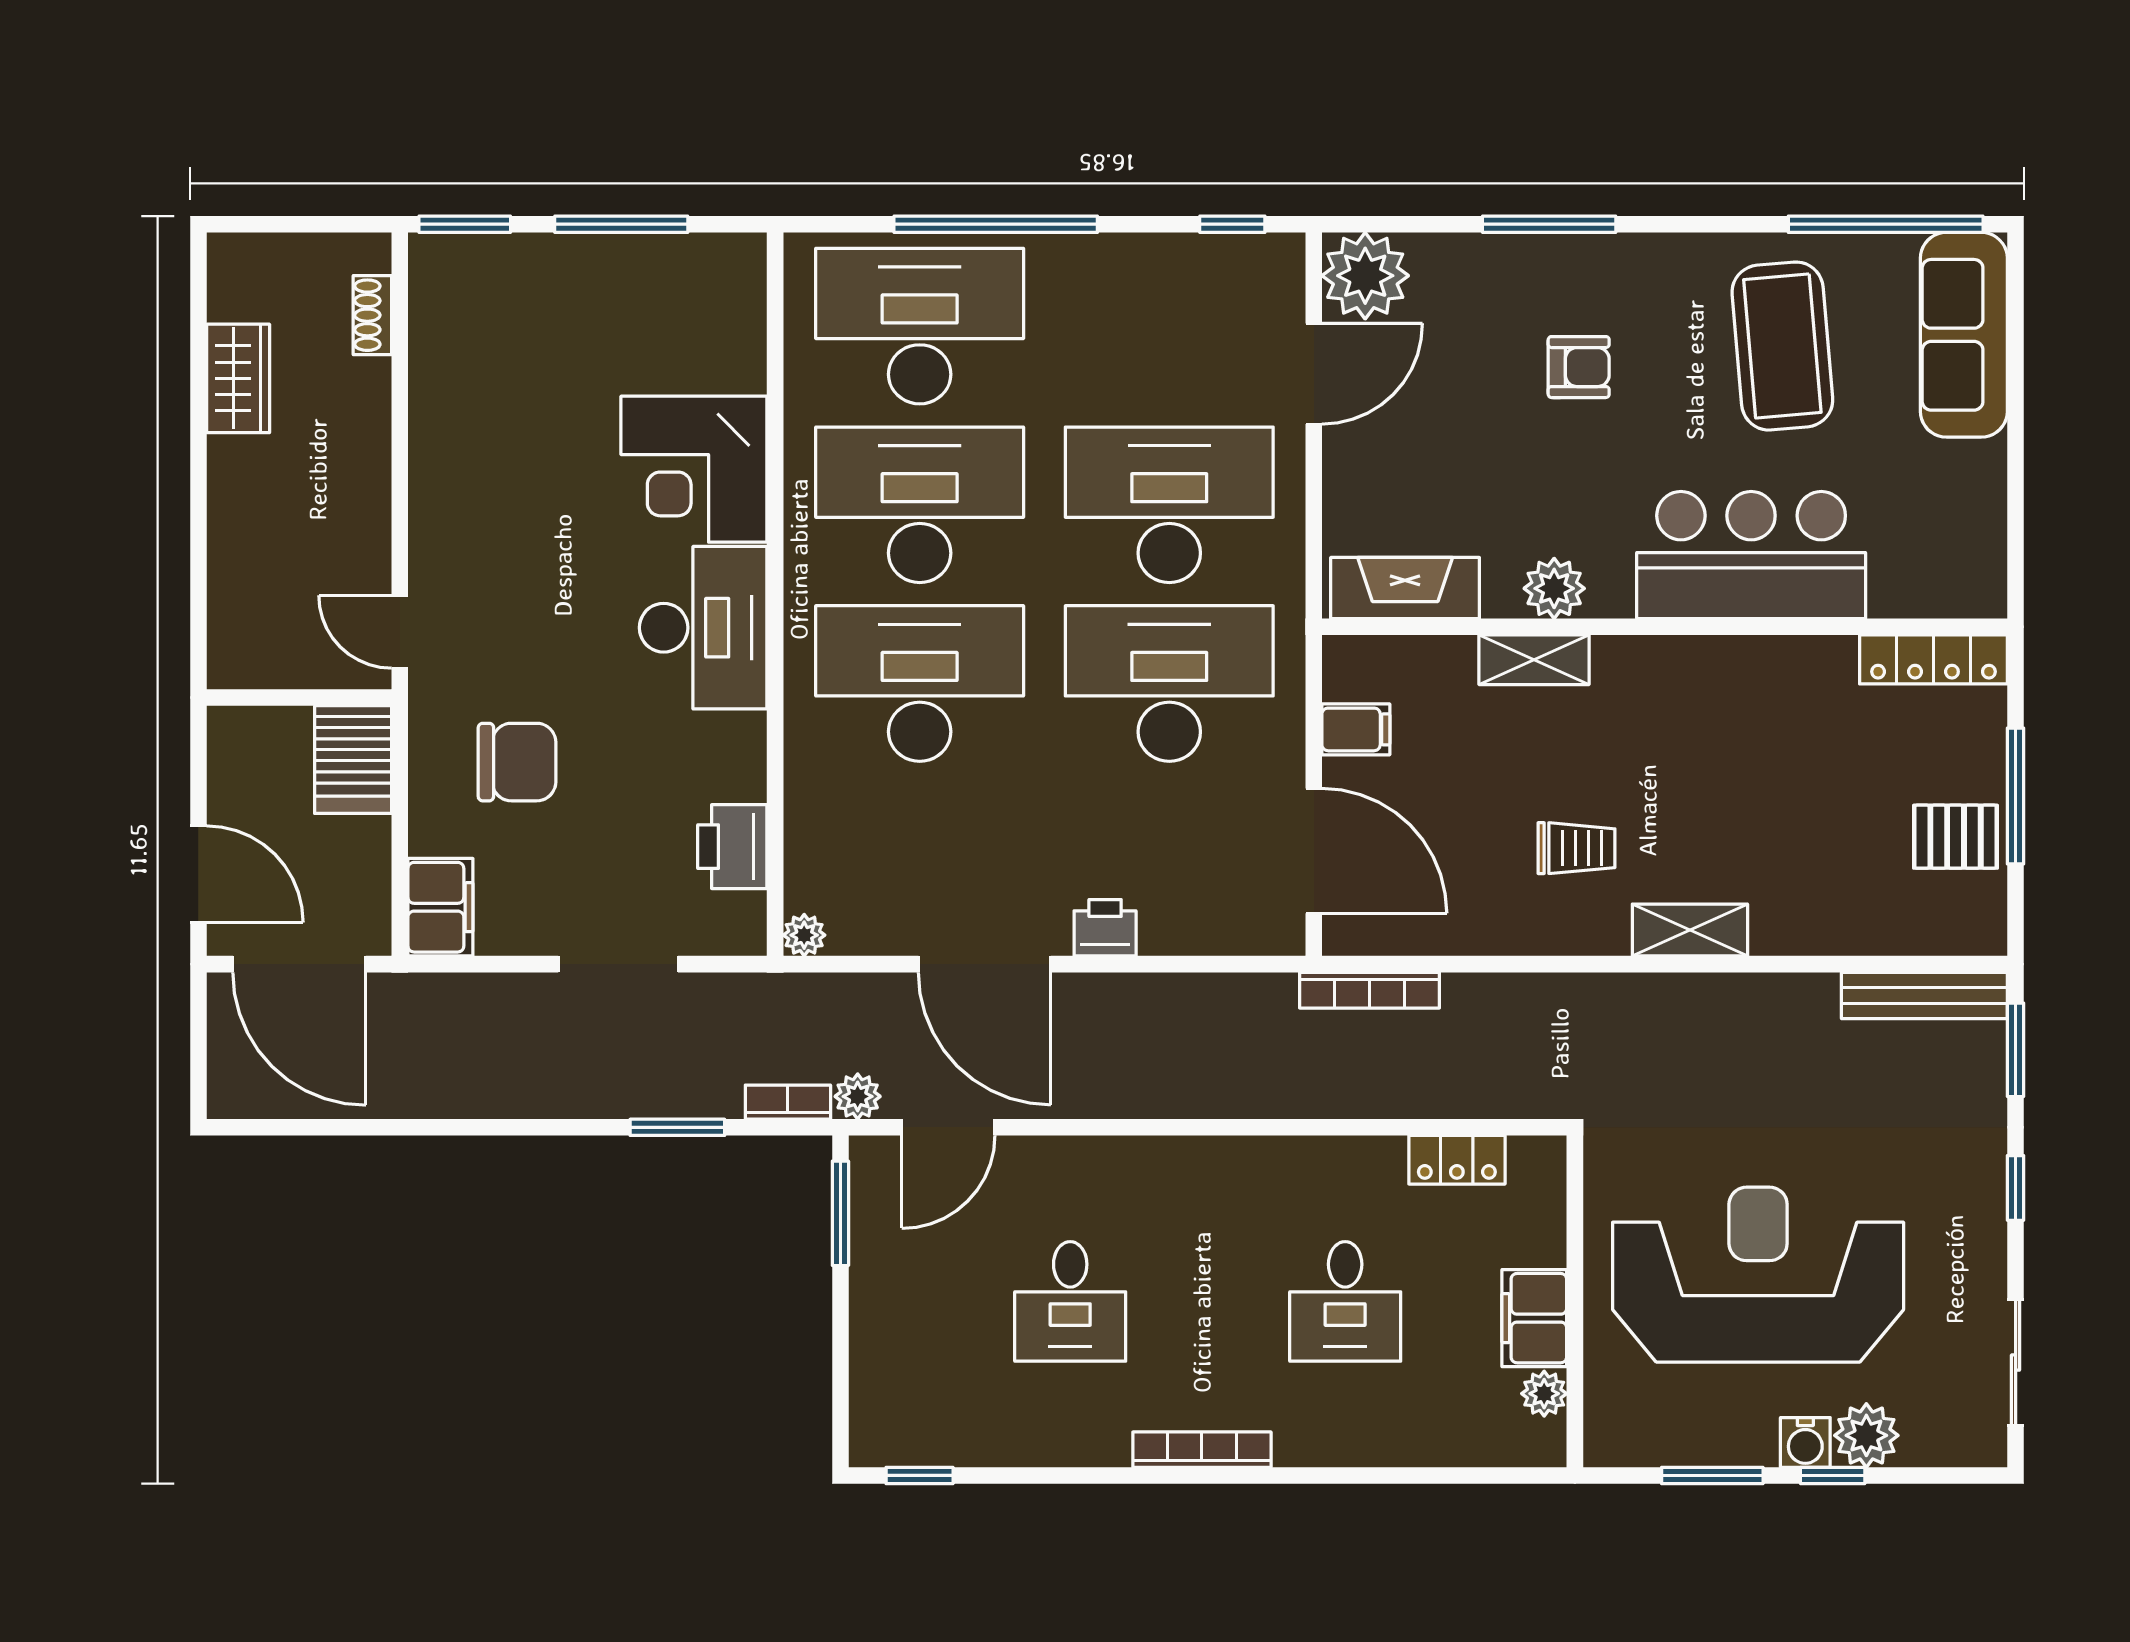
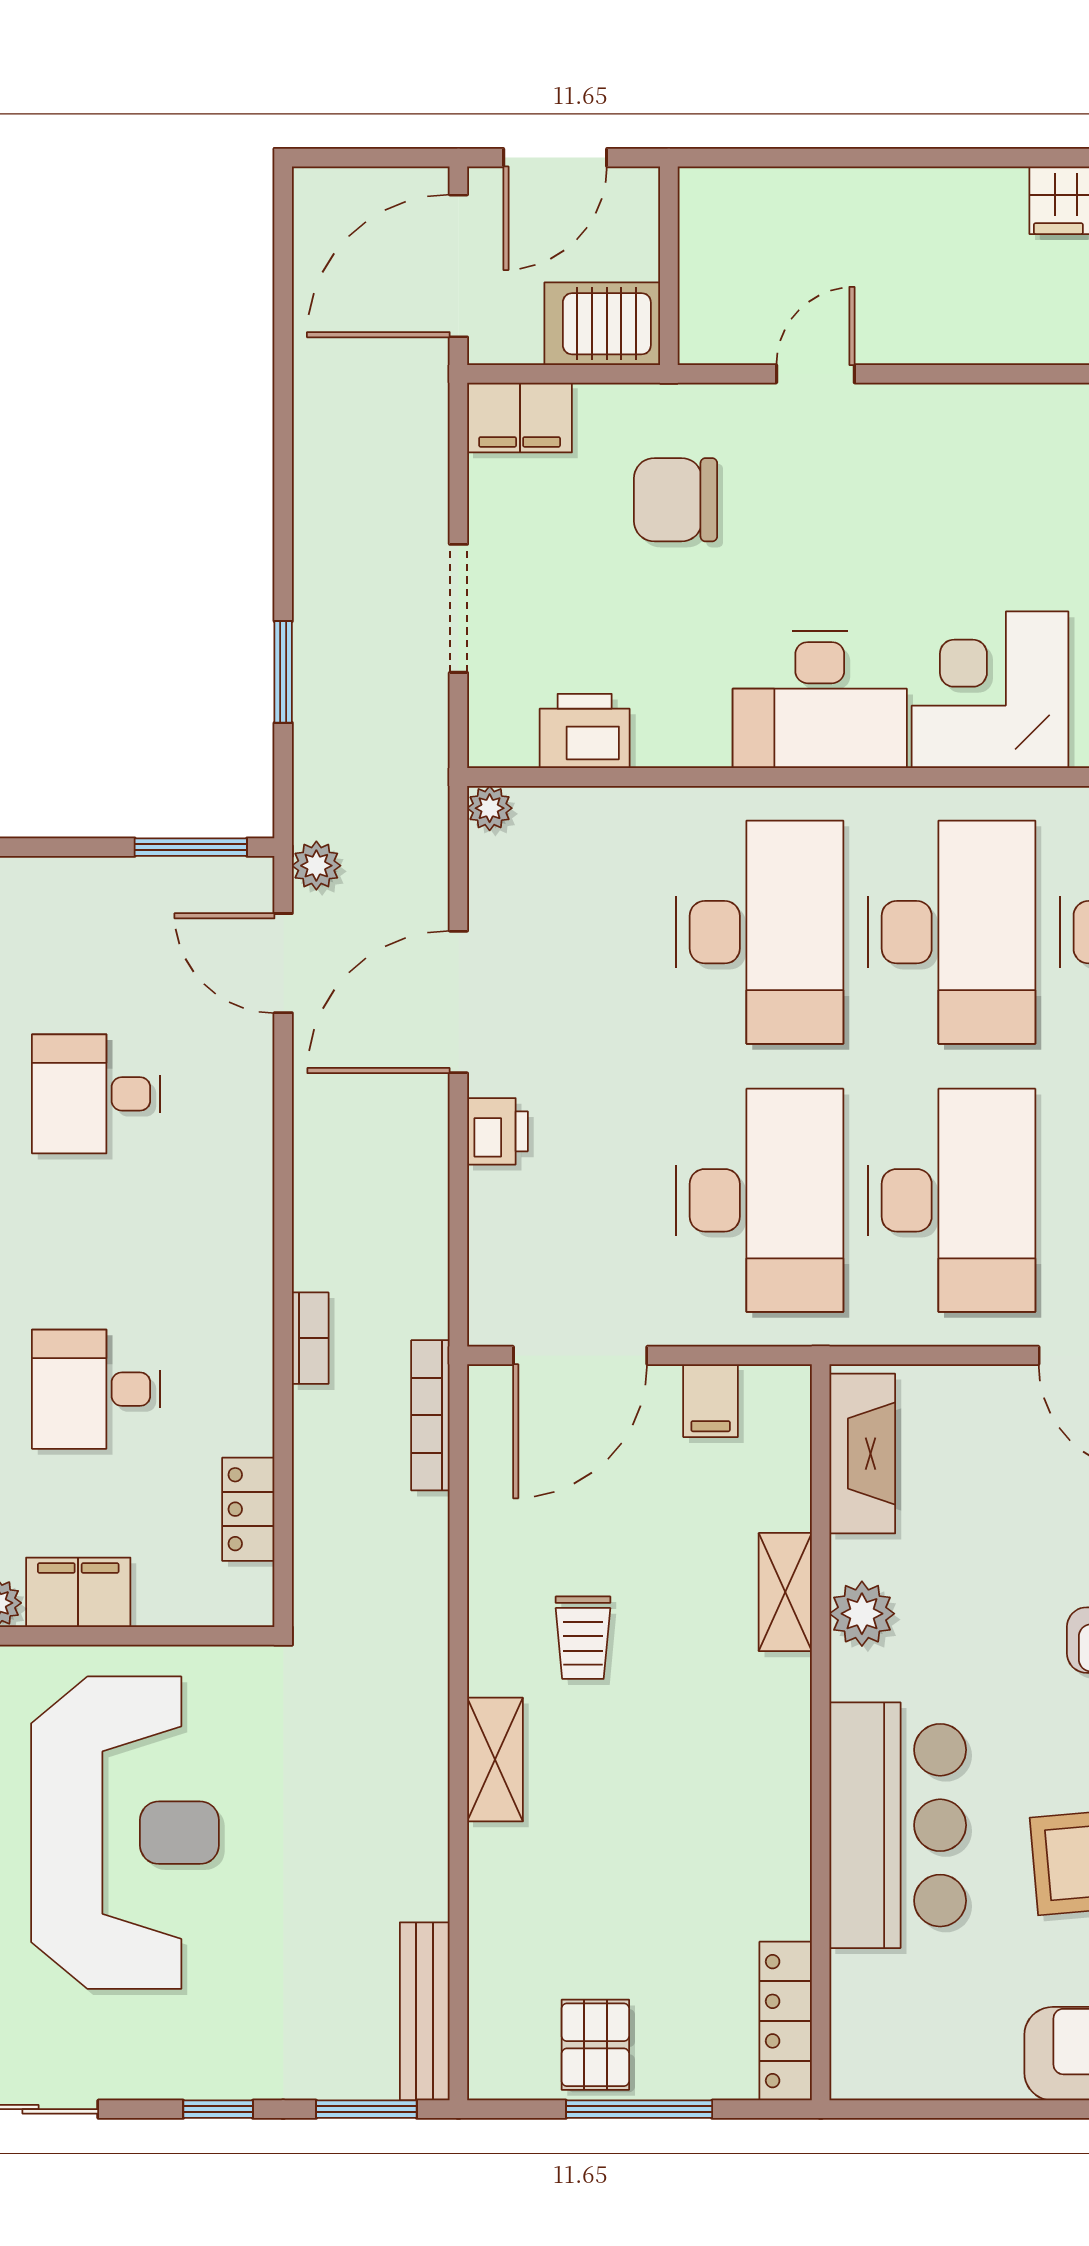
wall: (299, 698) -> (669, 266), moved
server rack: (353, 760) -> (602, 324), moved
chair: (517, 762) -> (675, 500), turned 90
bookcase: (788, 1102) -> (310, 1338), moved

